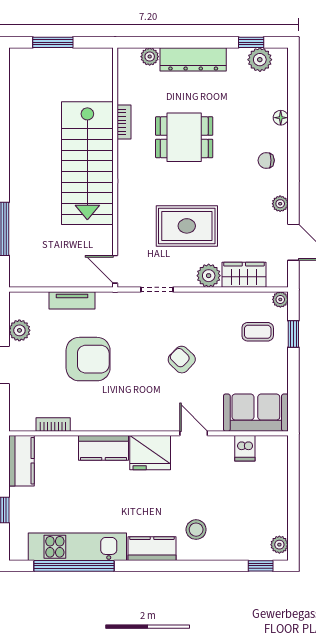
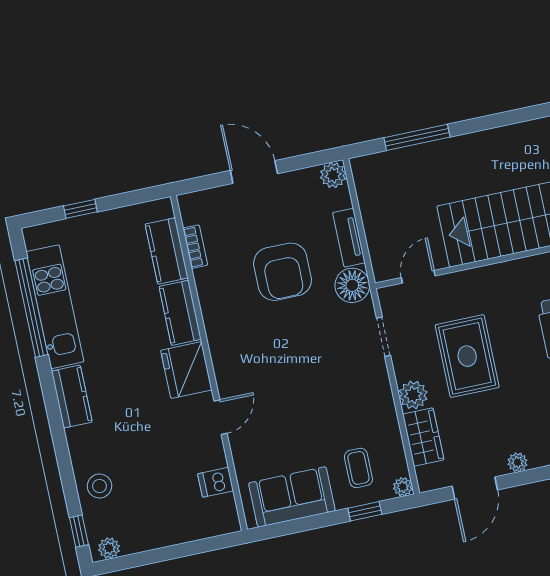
door: (115, 269) -> (418, 277), moved
floor lamp: (111, 306) -> (352, 285), added
plant: (19, 330) -> (333, 175), moved
armchair: (182, 360) -> (306, 384), removed
sofa: (256, 413) -> (292, 497), moved, turned -90
kitchen counter: (21, 461) -> (167, 251), moved, turned 90
stool: (196, 530) -> (100, 486), moved

